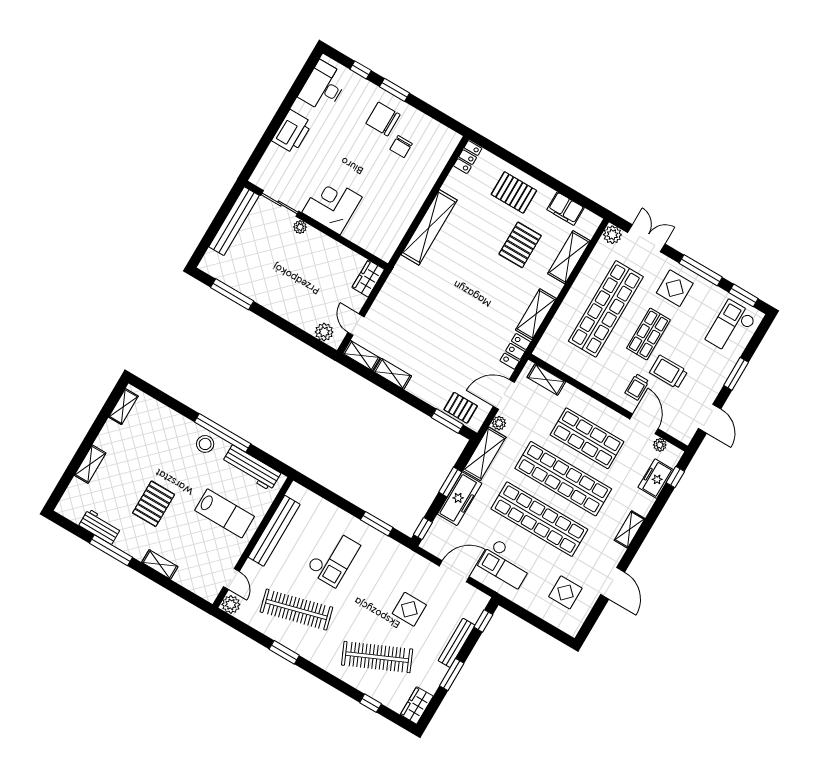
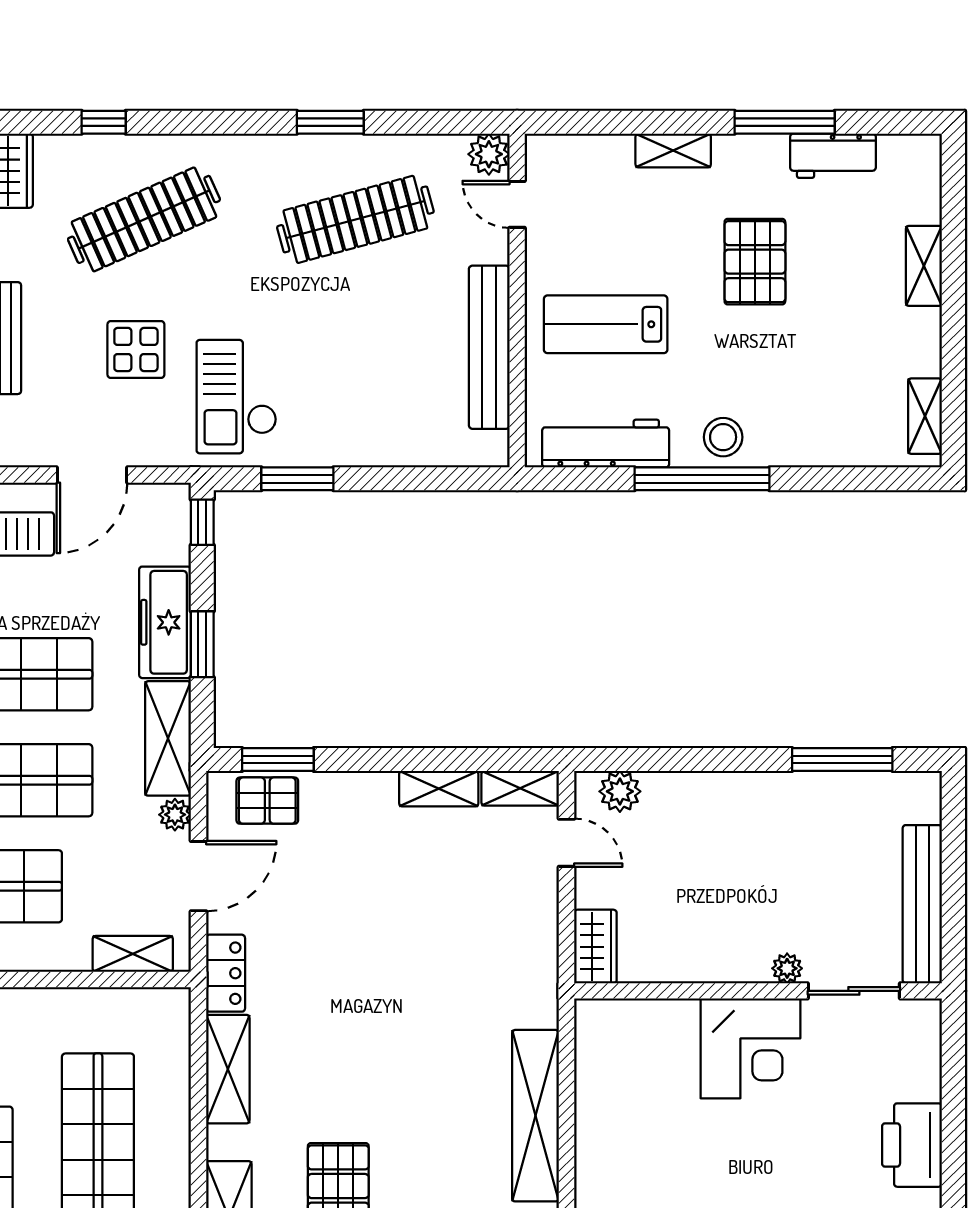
checkout: (333, 558) -> (236, 397), moved

